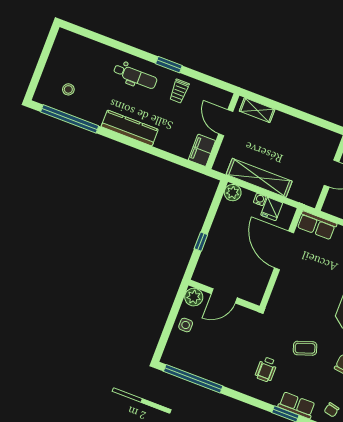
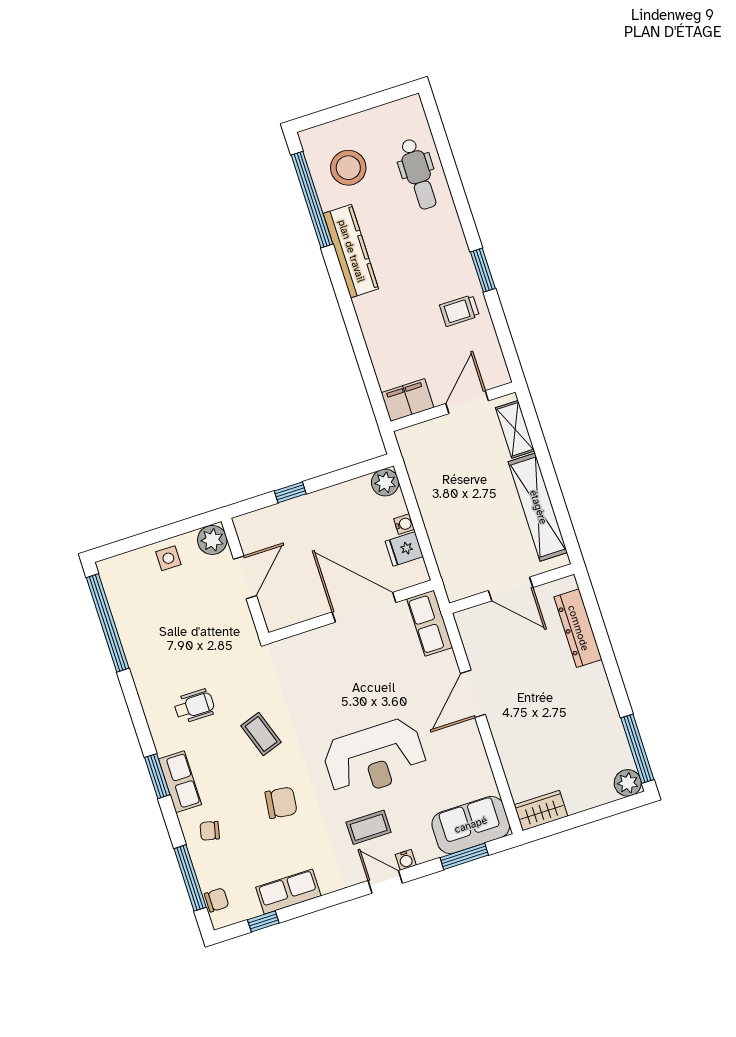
dental chair: (135, 76) -> (418, 174), moved
stool: (68, 89) -> (348, 168), width x1.89, depth x1.89
kitchen counter: (130, 128) -> (351, 251), moved
shelving: (259, 178) -> (538, 507), moved
door: (284, 250) -> (364, 607), hinge flipped
door: (224, 296) -> (245, 577), swing flipped
wheelchair: (266, 369) -> (194, 706), turned 180

